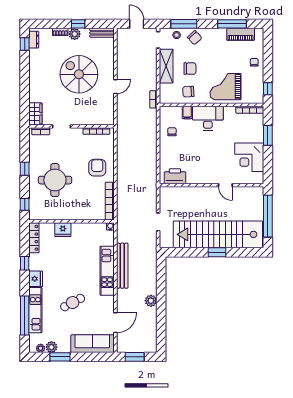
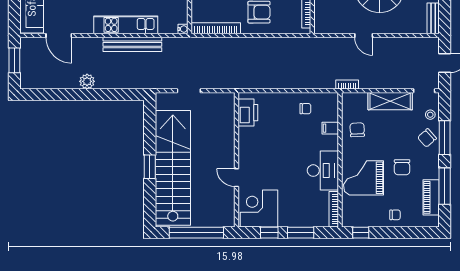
window: (184, 24) -> (445, 138), moved
chair: (190, 69) -> (402, 167), moved
grand piano: (226, 87) -> (364, 178), turned -90
desk: (208, 118) -> (323, 171), moved
corner desk: (249, 157) -> (259, 208), moved
window: (268, 160) -> (269, 233), added
door: (225, 185) -> (236, 178), hinge flipped

